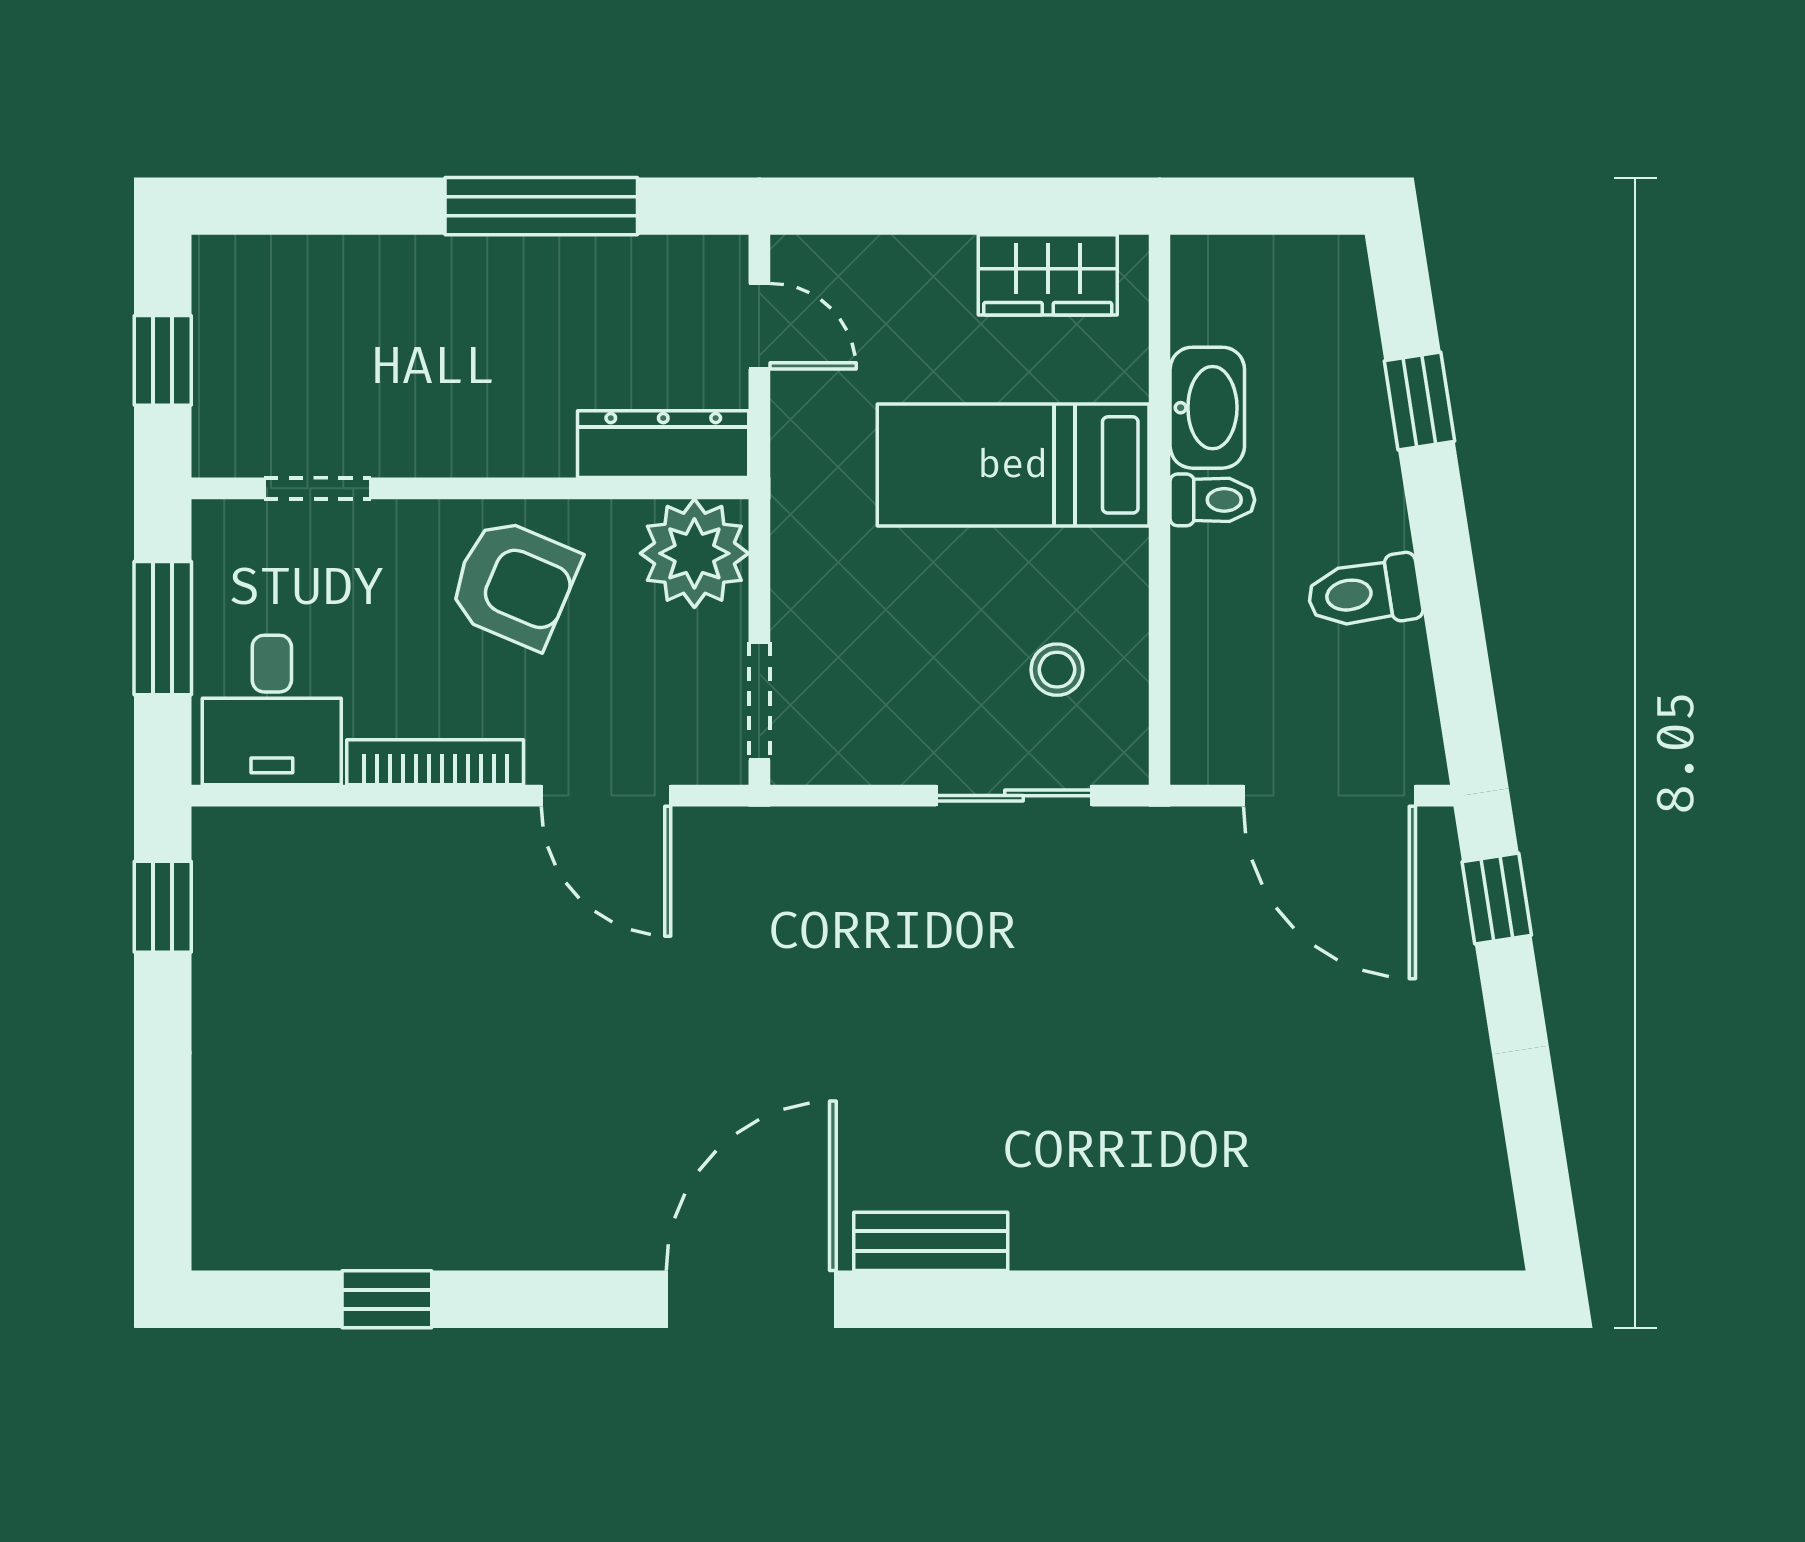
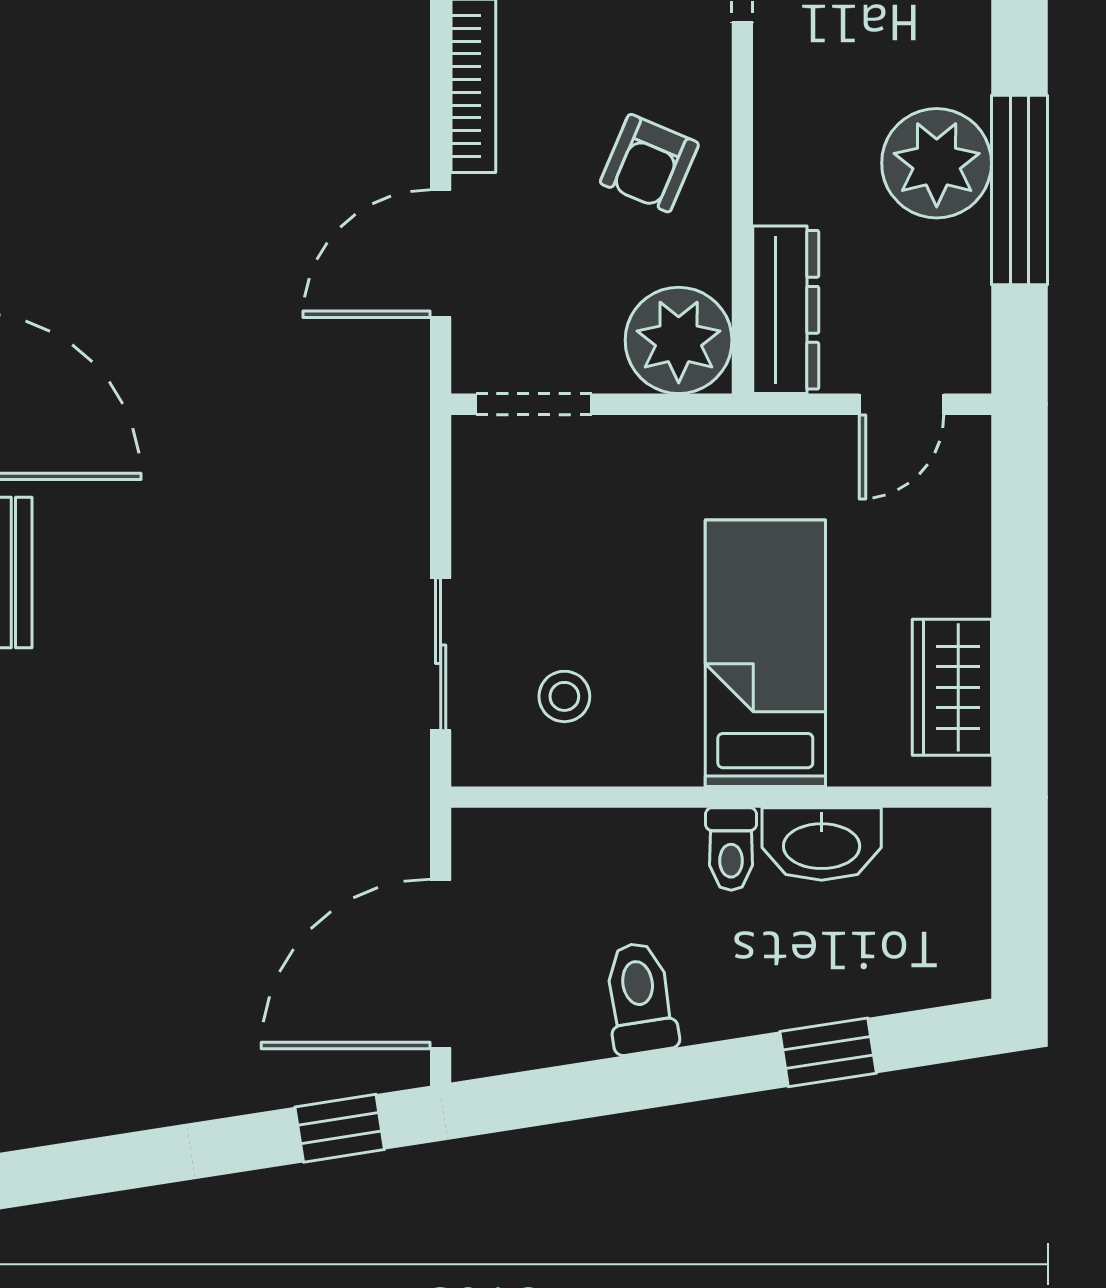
plant: (514, 291) -> (937, 163), added
armchair: (514, 583) -> (649, 163), width x0.72, depth x0.72

